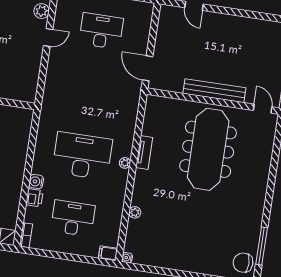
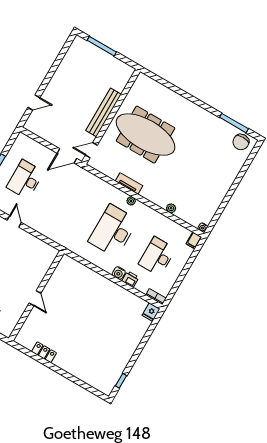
door: (263, 109) -> (91, 150), moved

